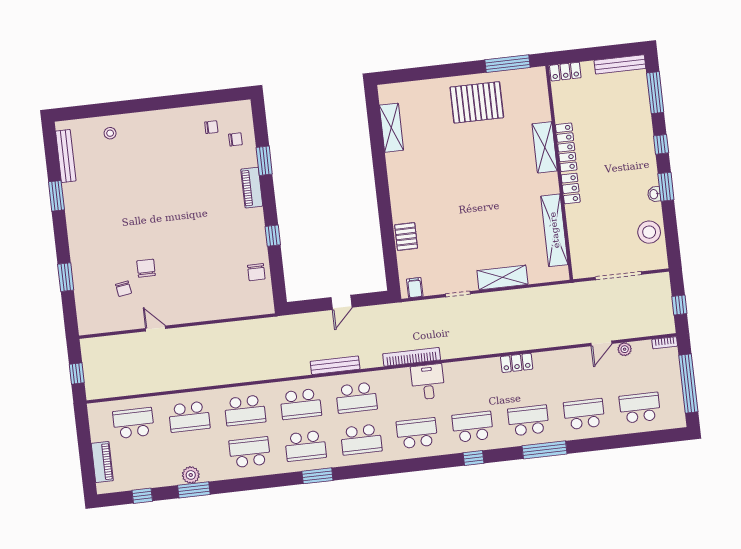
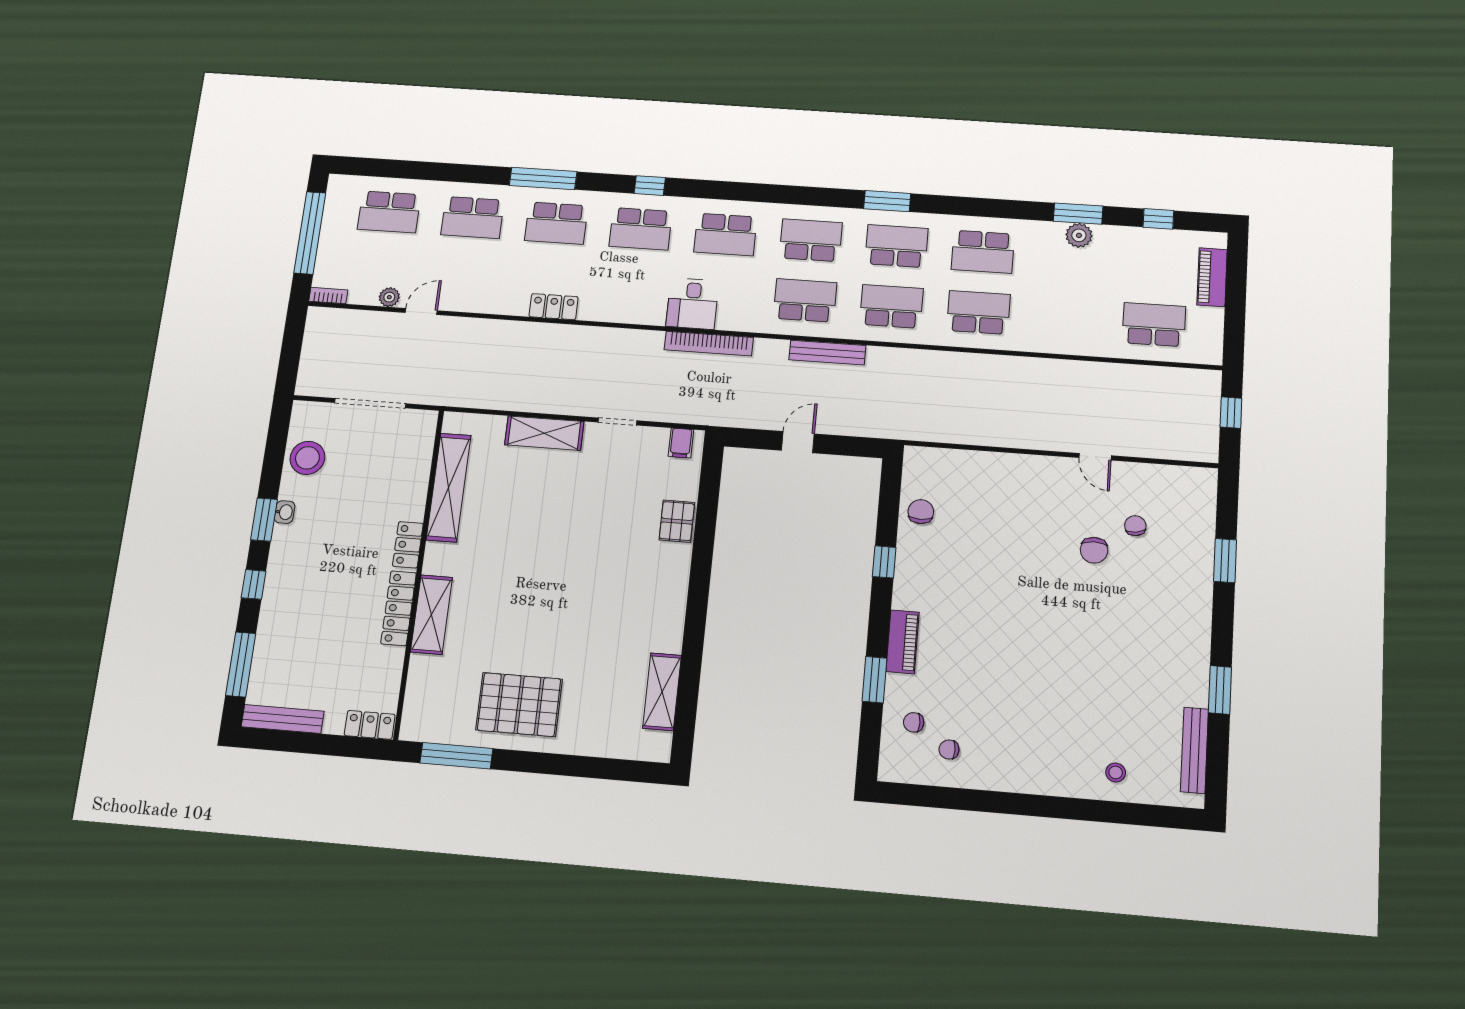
window: (679, 305) -> (292, 345), removed
school desk: (189, 417) -> (1066, 318), removed
school desk: (133, 423) -> (1154, 325), turned 180

